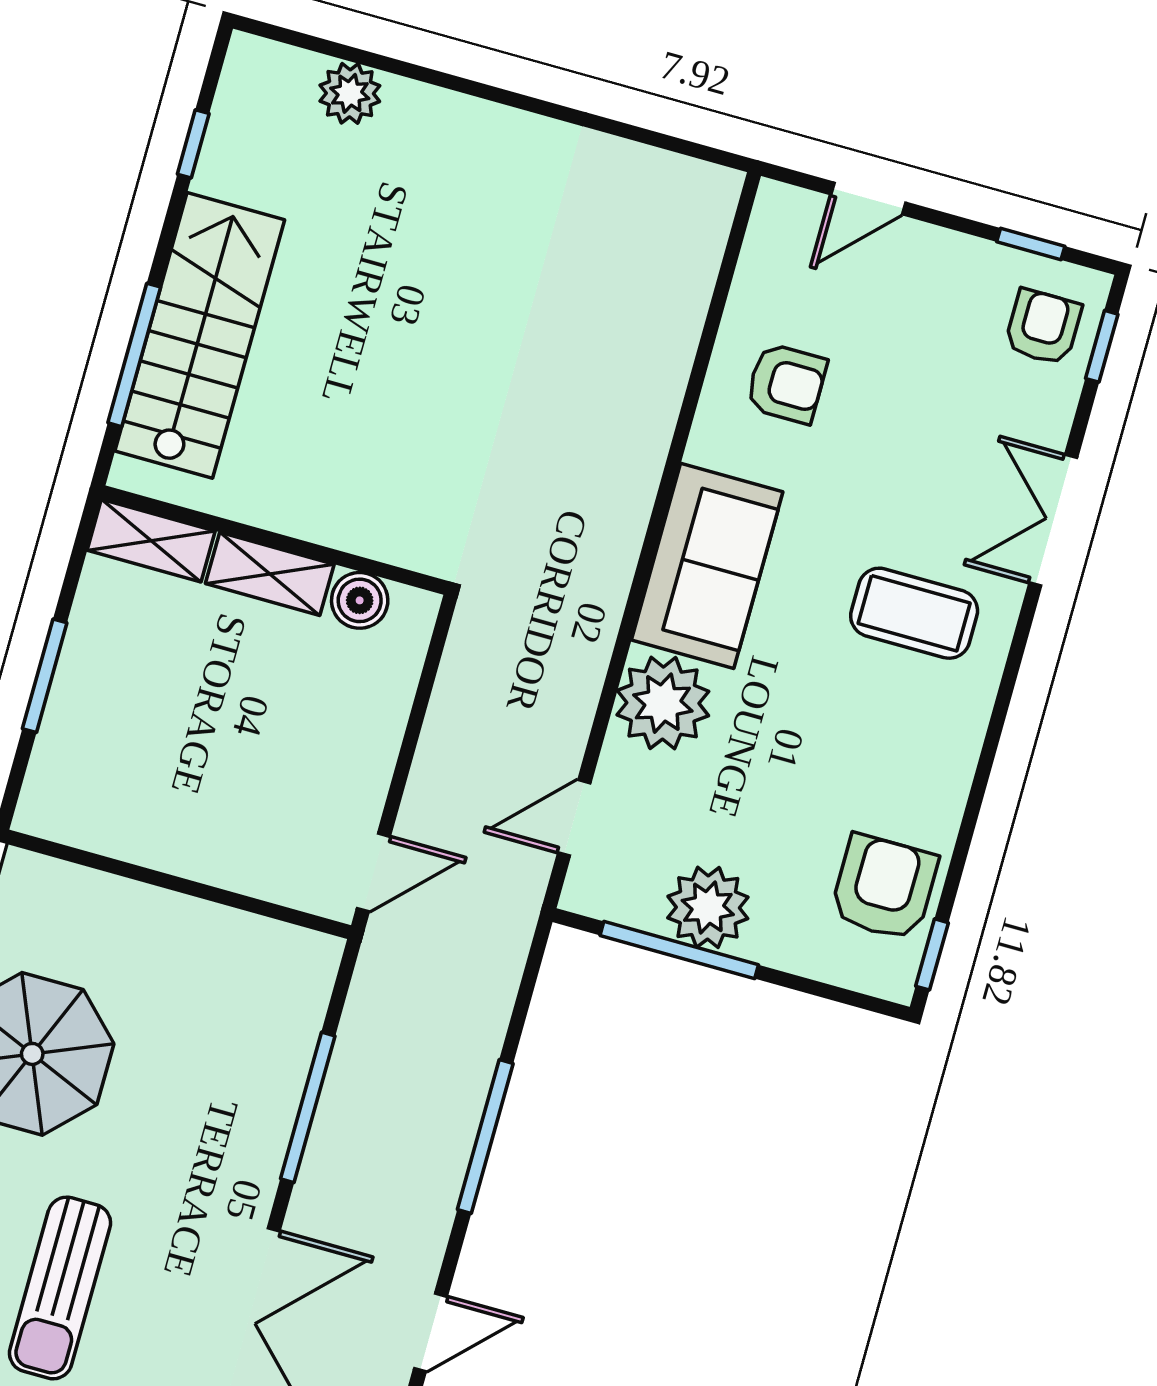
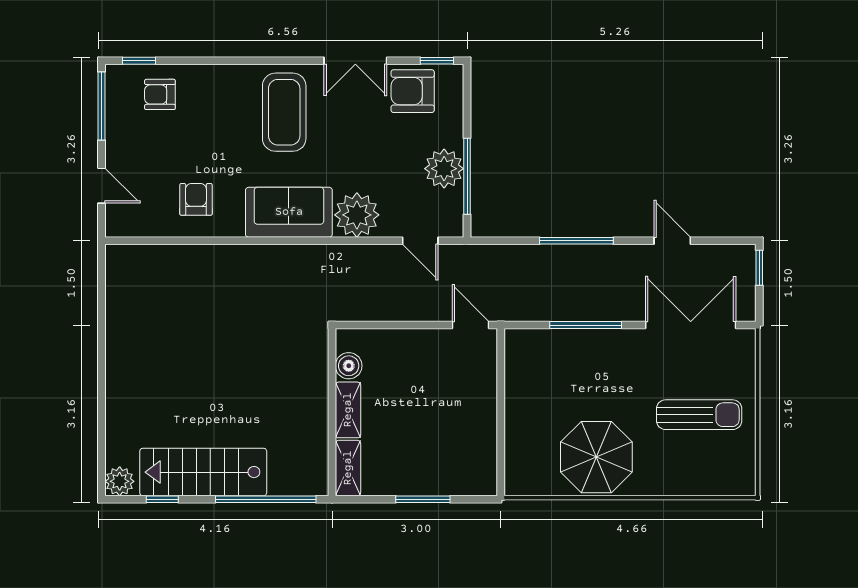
plant: (350, 93) -> (120, 481), moved
window: (1031, 244) -> (102, 106), width x2.17
armchair: (1043, 327) -> (160, 94), moved
stairs: (200, 335) -> (203, 472), moved
window: (134, 355) -> (266, 499), width x1.46
double door: (1053, 520) -> (355, 61), moved
coffee table: (914, 613) -> (284, 112), width x1.36, depth x1.32

